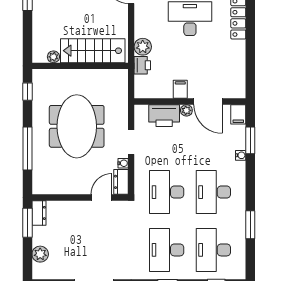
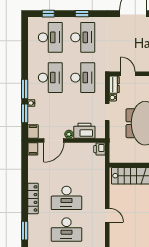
plant: (143, 47) -> (99, 178), removed
printer: (142, 65) -> (100, 149), moved
filing cabinet: (180, 89) -> (33, 149), moved
door: (208, 101) -> (54, 140), swing flipped
door: (102, 197) -> (128, 74), swing flipped
window: (250, 225) -> (25, 89), moved

